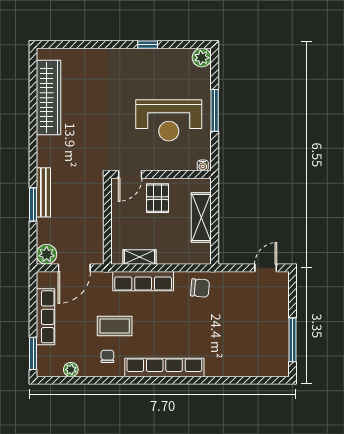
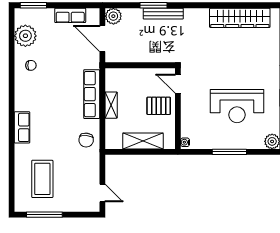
reception desk: (169, 120) -> (237, 106), moved, turned -90
shelving: (140, 257) -> (111, 105), moved
row of seats: (46, 317) -> (70, 15), width x0.68
coffee table: (115, 326) -> (42, 179), moved, width x1.36, depth x1.32
row of seats: (164, 367) -> (22, 127), width x0.50
plant: (71, 370) -> (25, 36), width x1.87, depth x1.87

